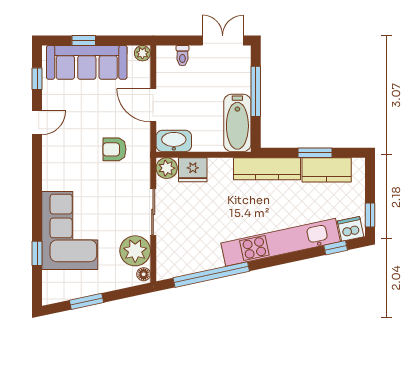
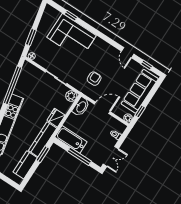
window: (84, 40) -> (140, 111), moved
window: (315, 153) -> (43, 154), moved
fridge: (193, 170) -> (56, 118), moved
plant: (135, 251) -> (44, 59), removed
window: (87, 301) -> (31, 37), moved

